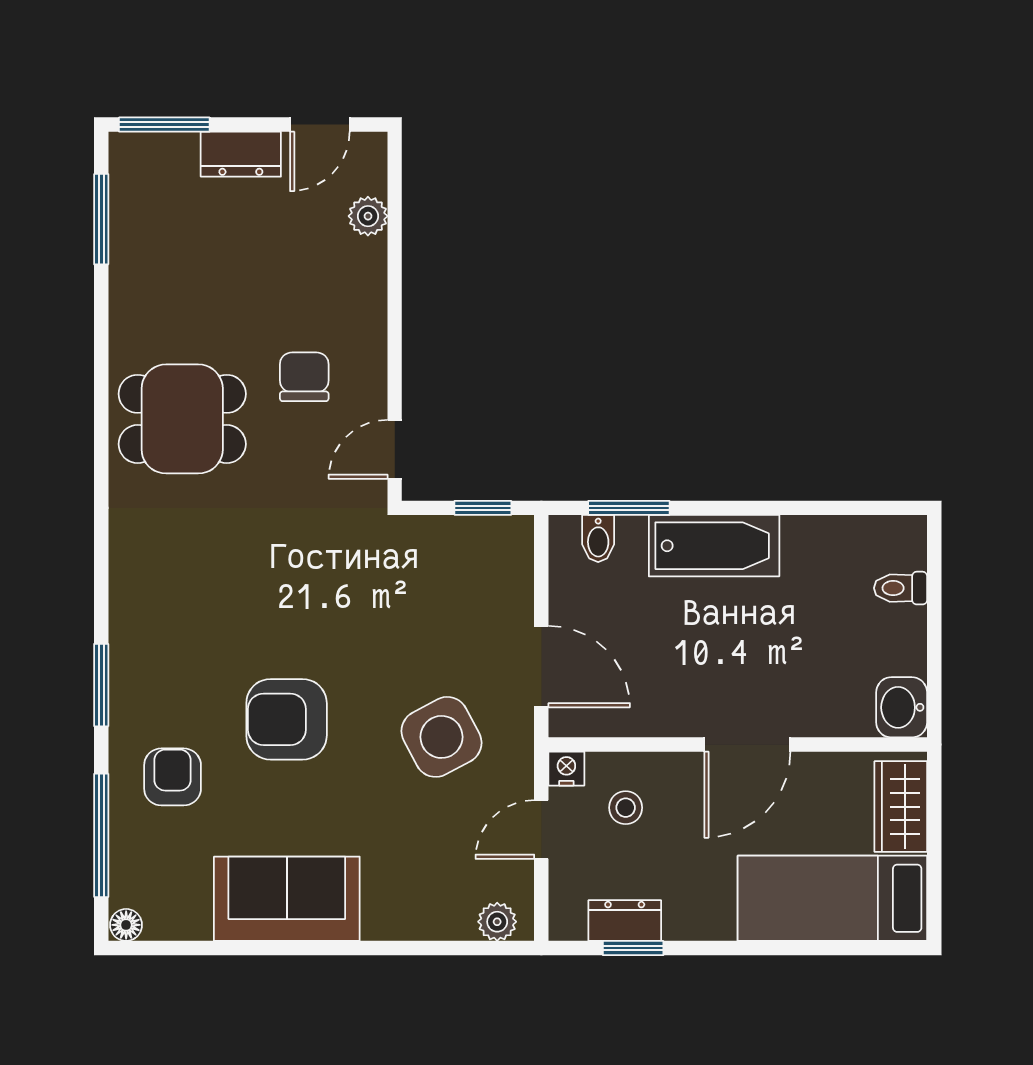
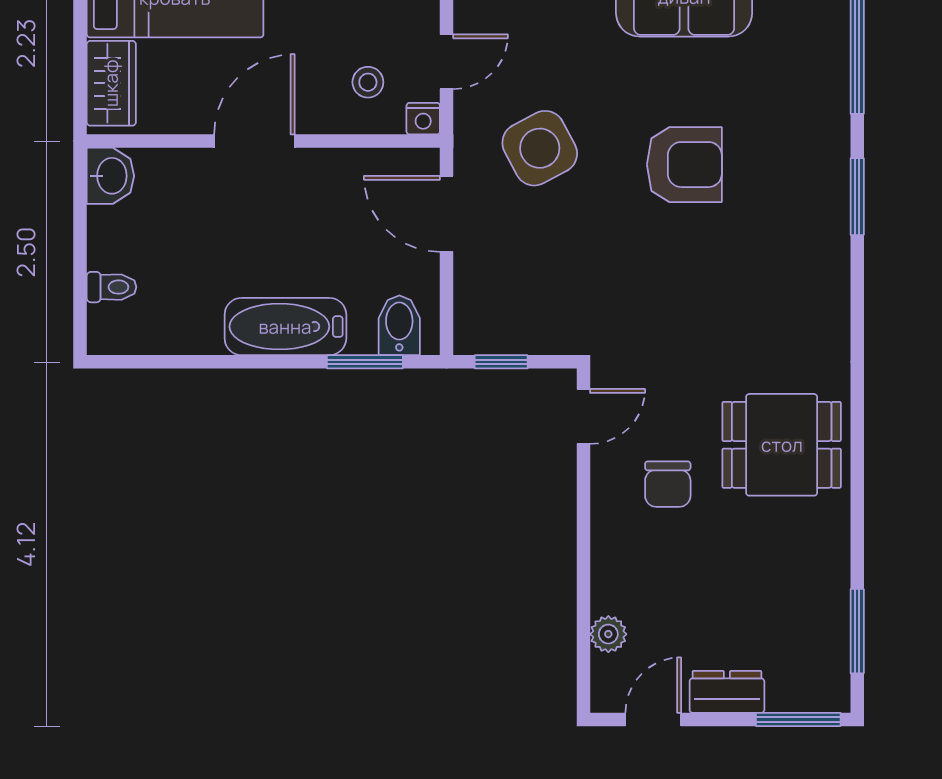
bidet: (598, 539) -> (399, 325), width x1.38, depth x1.36
armchair: (173, 777) -> (791, 111), removed

